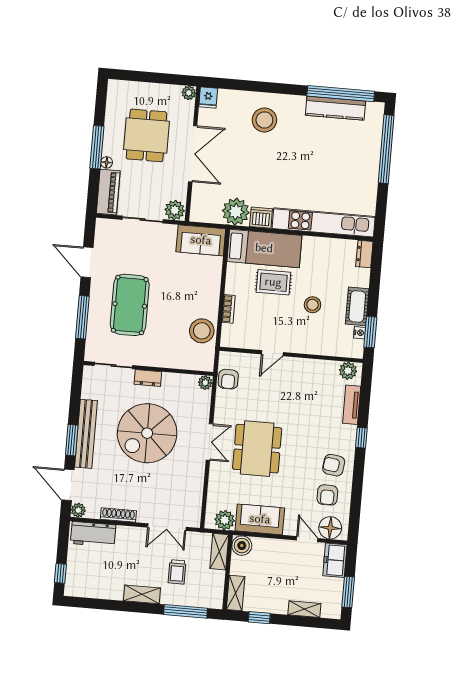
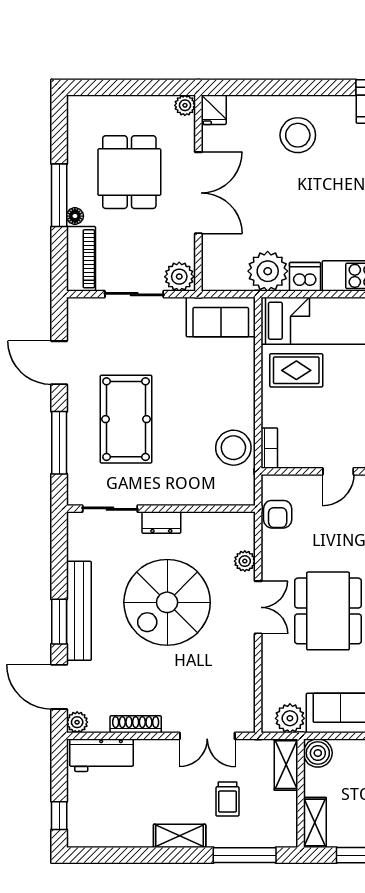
rug: (273, 282) -> (296, 370), moved
bookcase: (228, 309) -> (269, 448), moved
plant: (205, 383) -> (245, 561), moved

